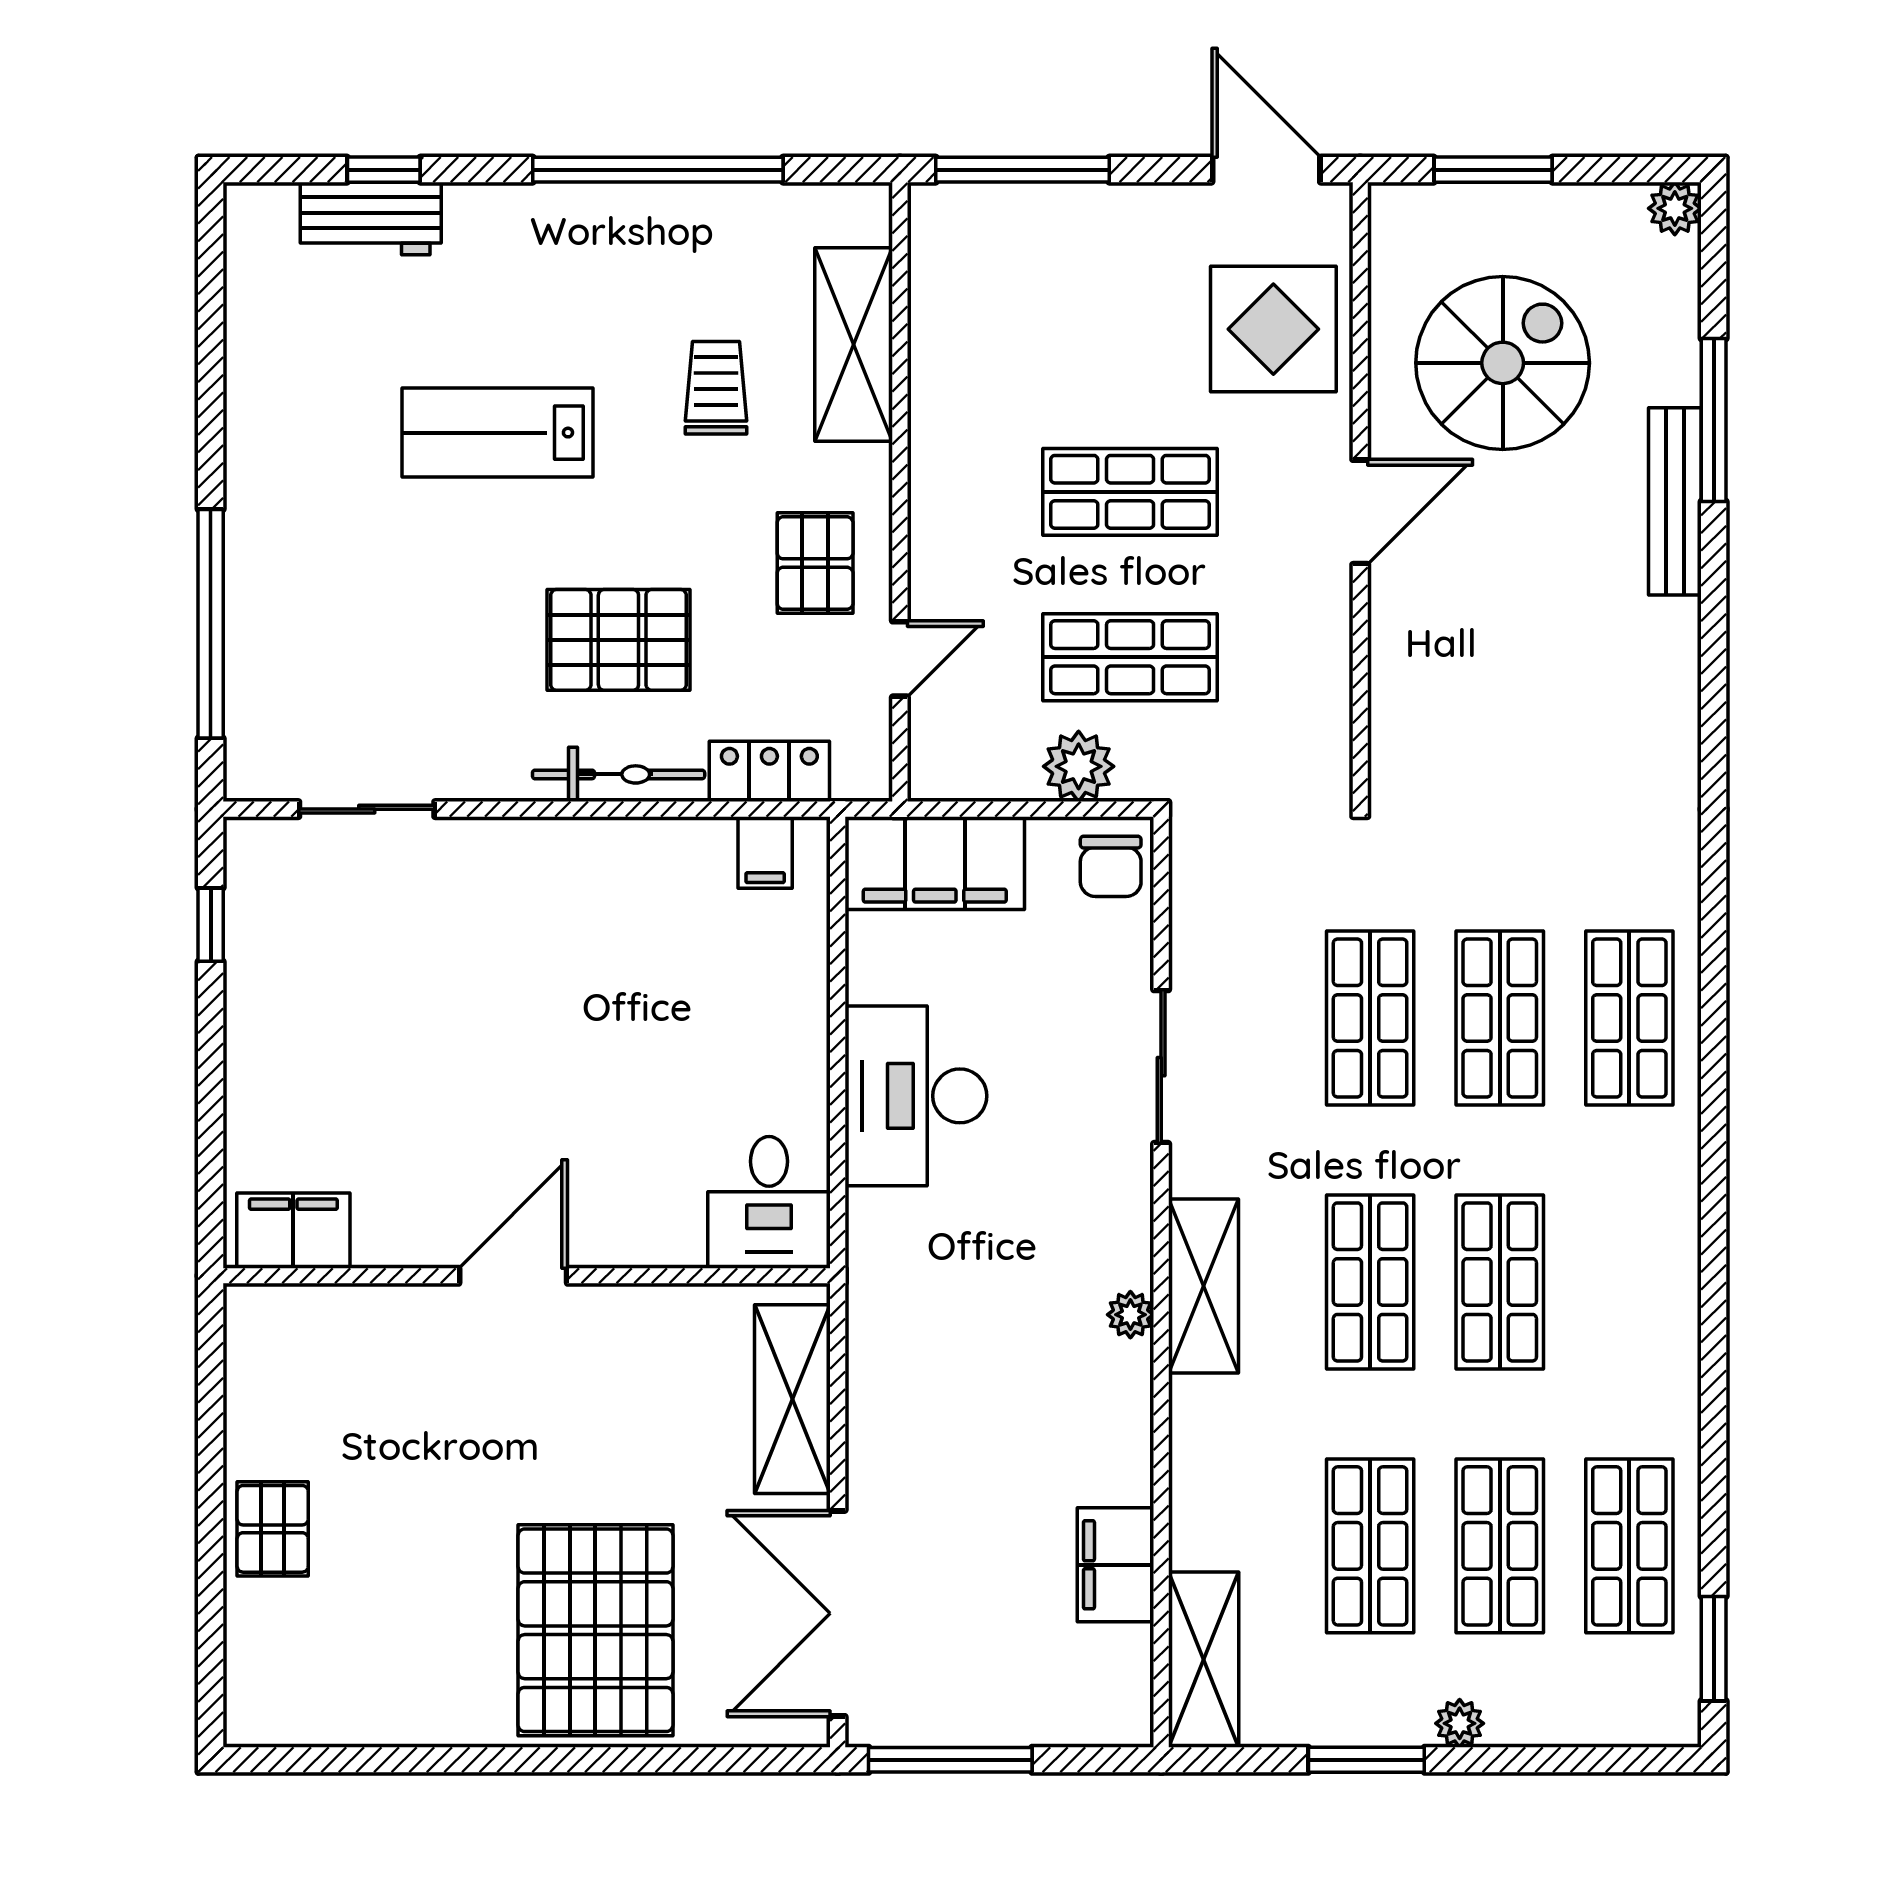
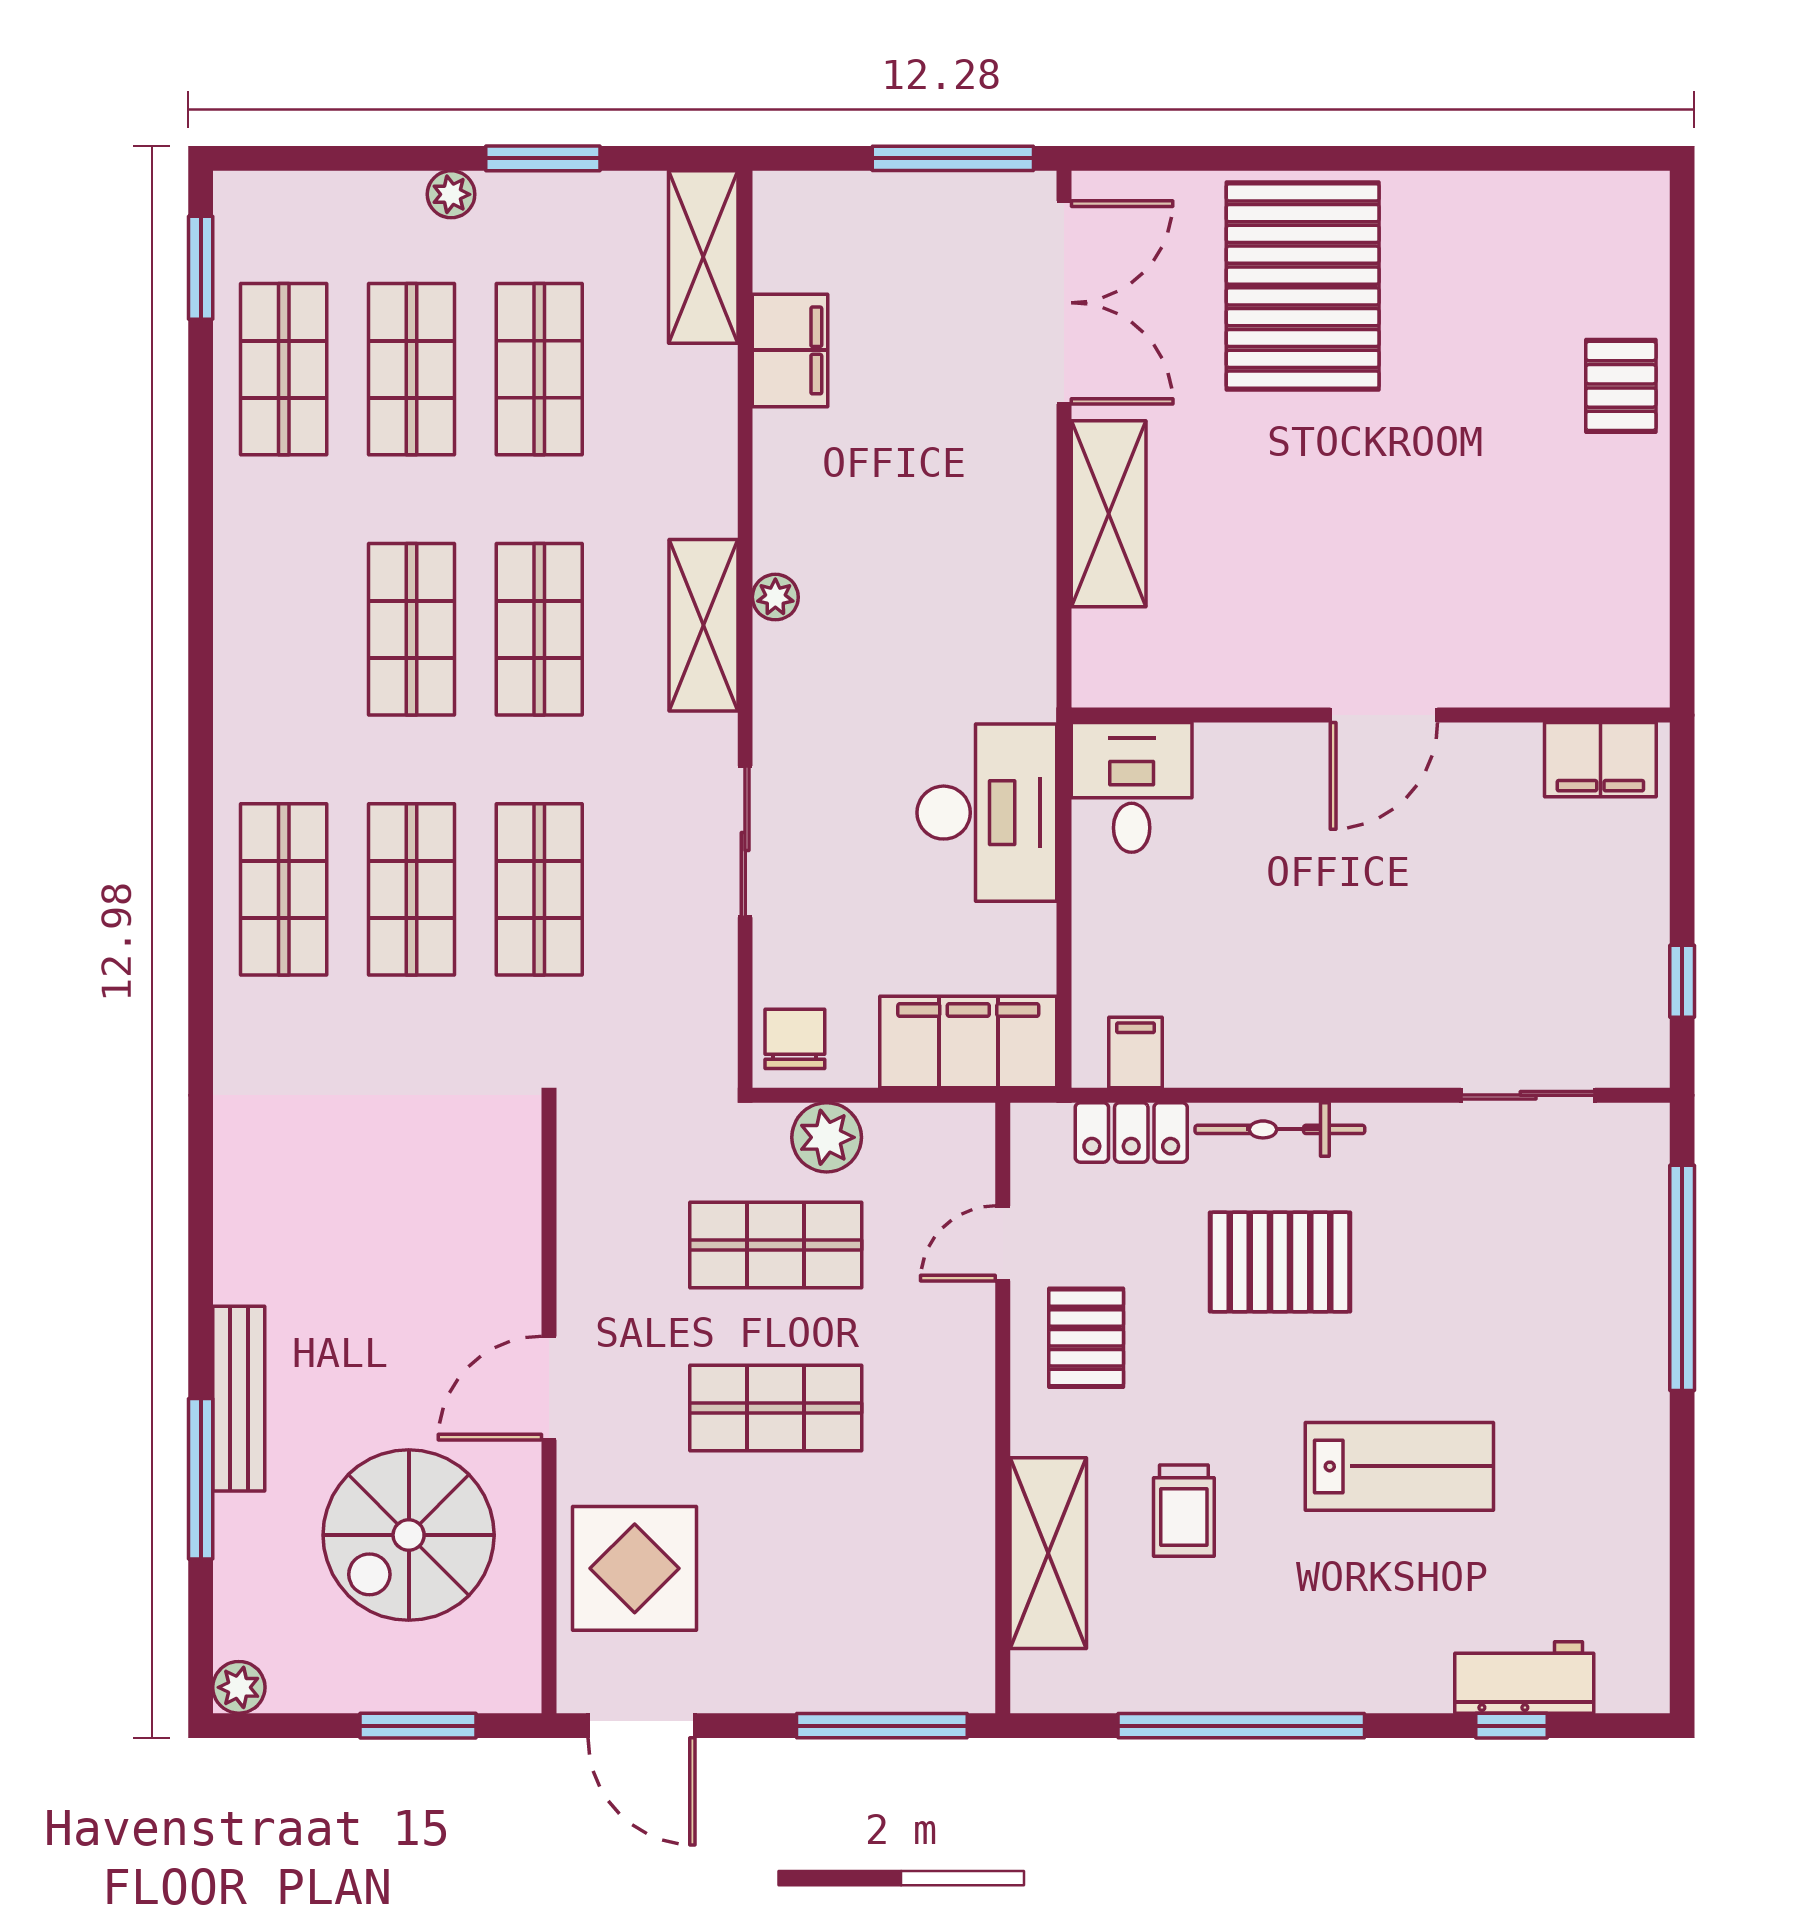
desk: (769, 1202) -> (1132, 787), moved
filing cabinet: (293, 1231) -> (1600, 760), moved
door: (513, 1276) -> (1384, 715), moved
wall: (527, 1276) -> (1371, 715), moved

